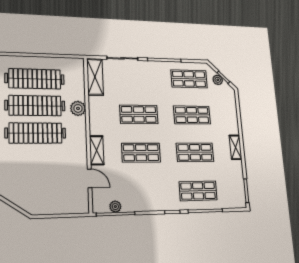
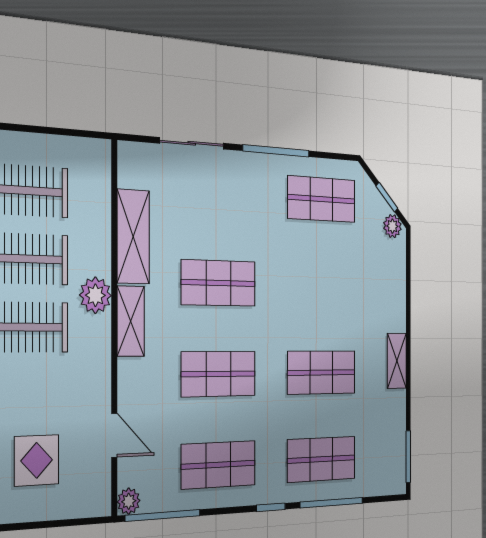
shelving: (95, 77) -> (133, 237), moved
plant: (218, 80) -> (392, 226), moved
plant: (78, 108) -> (95, 295), moved
shop shelf: (192, 115) -> (219, 465), moved
shelving: (97, 150) -> (131, 321), moved
display table: (52, 188) -> (37, 460), added
plant: (115, 207) -> (129, 501), moved

